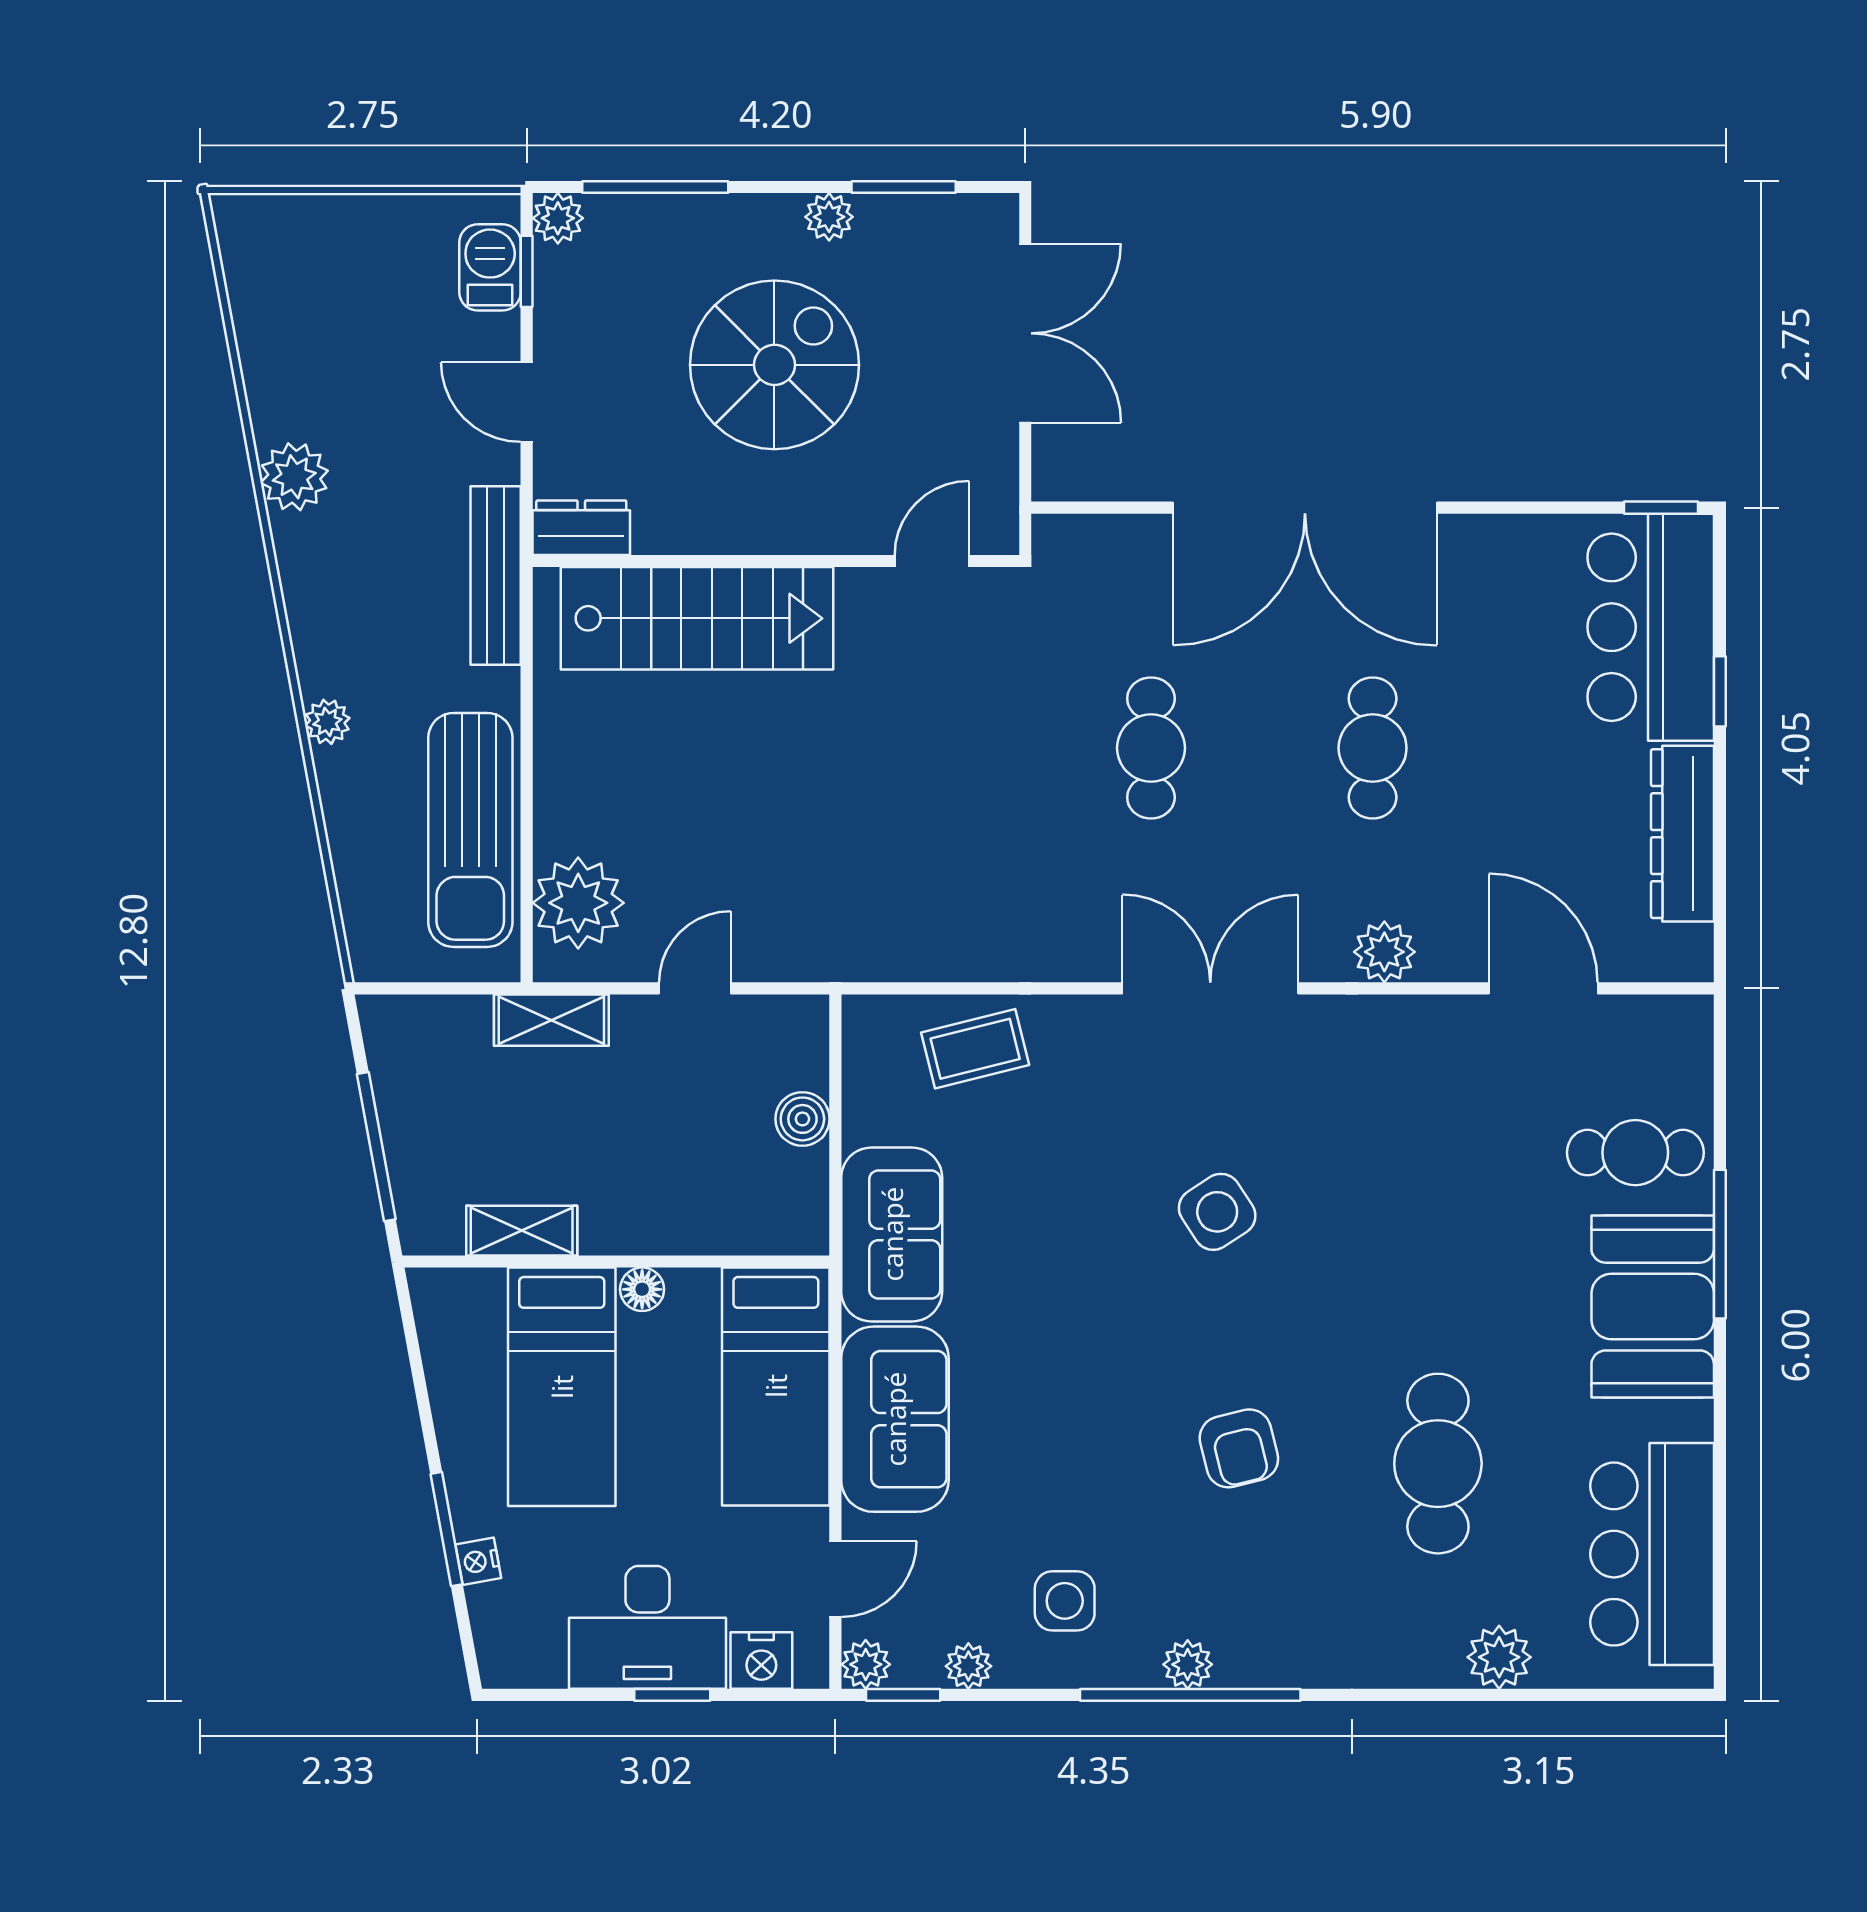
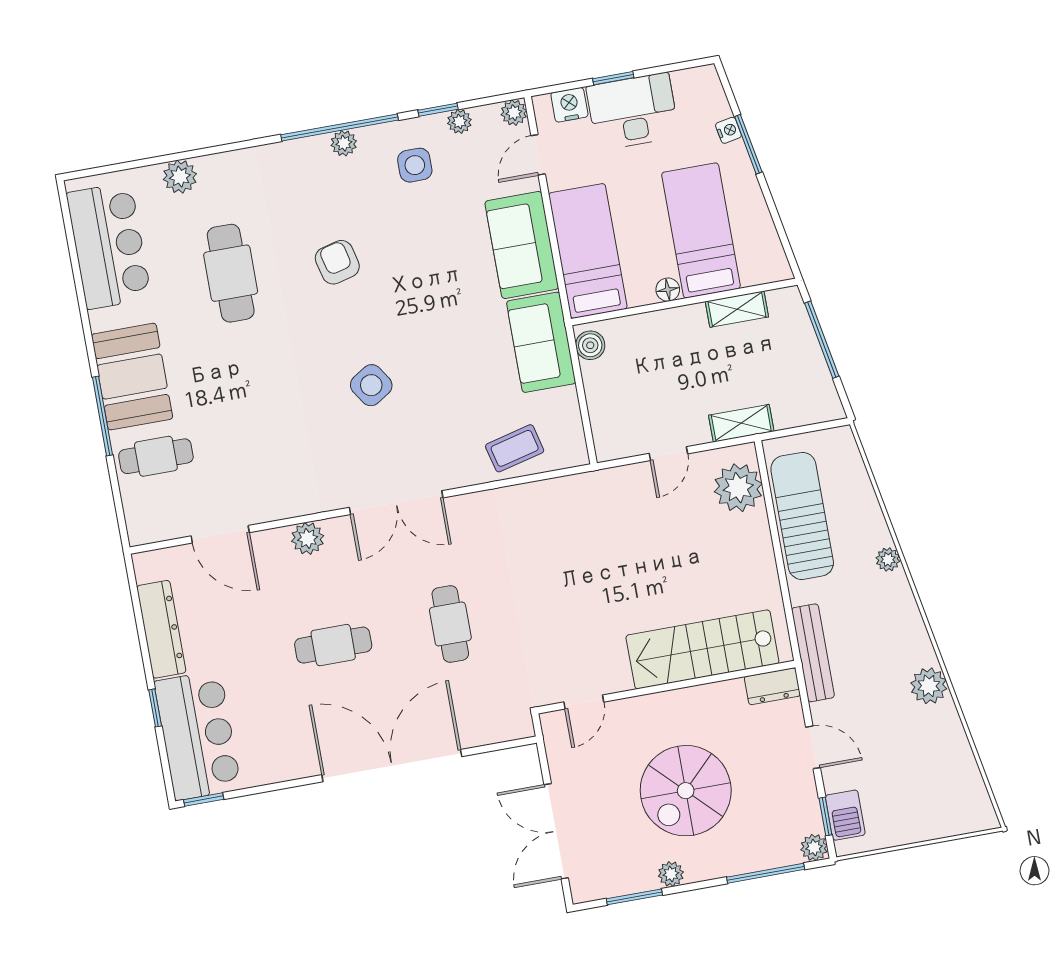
cafe table: (1373, 748) -> (333, 645), turned 90
boiler: (802, 1119) -> (590, 345), moved
window: (903, 1695) -> (438, 110), moved

